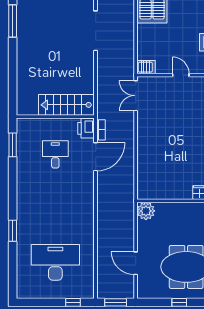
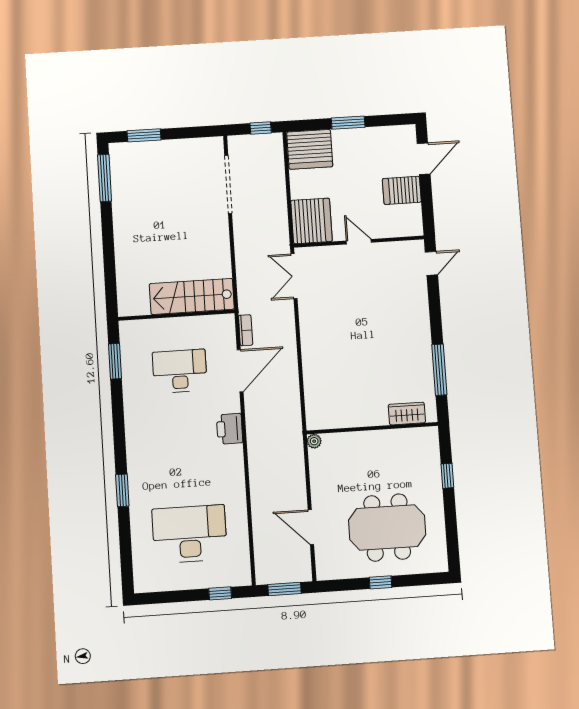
server rack: (146, 67) -> (311, 221), width x2.18, depth x1.44
printer: (86, 128) -> (230, 429), moved
desk: (55, 154) -> (180, 371), width x1.37
plant: (146, 211) -> (314, 441), width x0.53, depth x0.53

